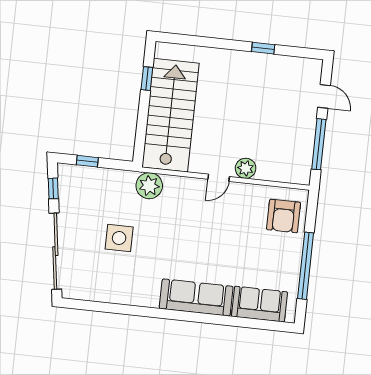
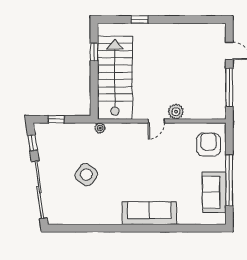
window: (263, 48) -> (140, 20), moved
plant: (149, 186) -> (100, 128), width x0.53, depth x0.53
armchair: (284, 216) -> (209, 145), turned 180
side table: (119, 238) -> (86, 175), turned 36
sofa: (259, 304) -> (214, 192), moved, turned -90

